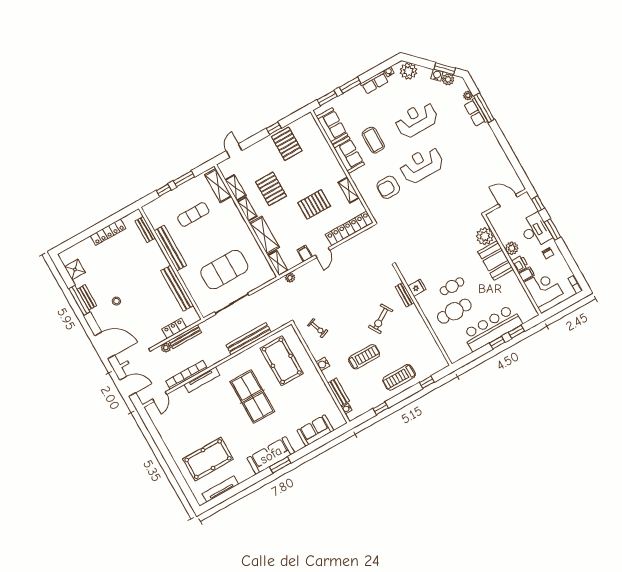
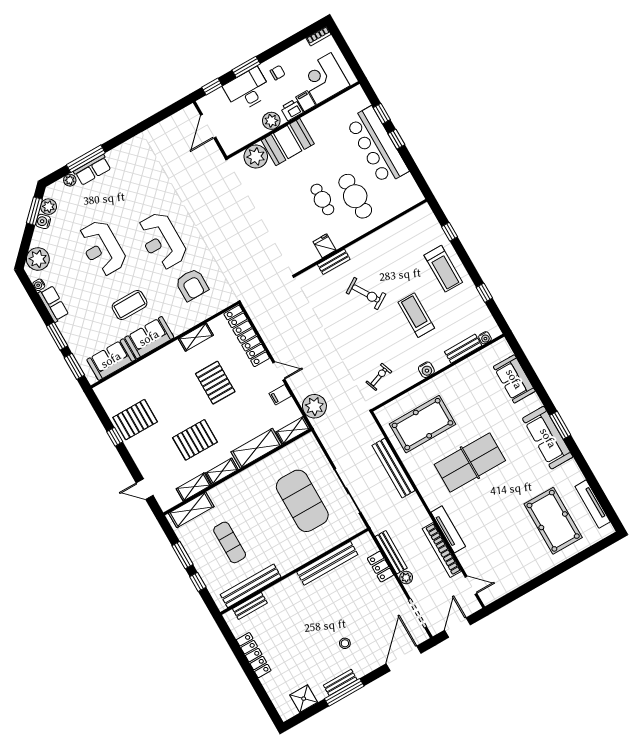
bench: (170, 248) -> (251, 586), moved
plant: (290, 278) -> (314, 406), width x1.87, depth x1.87

